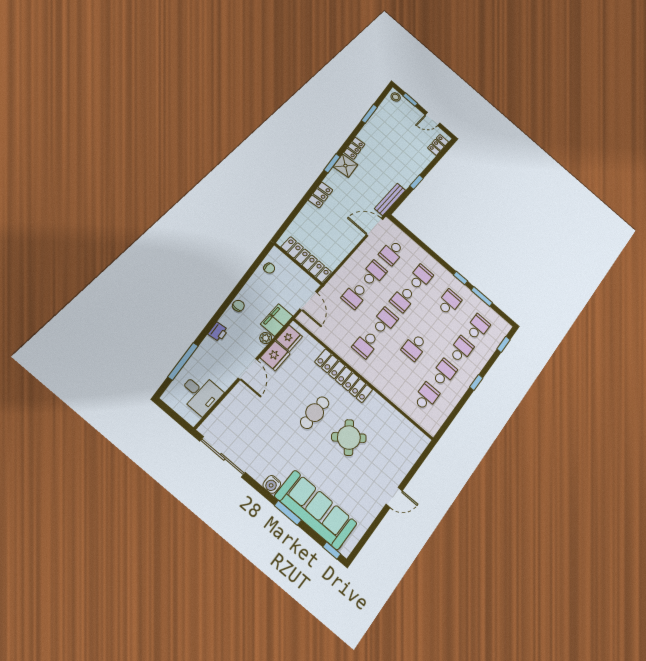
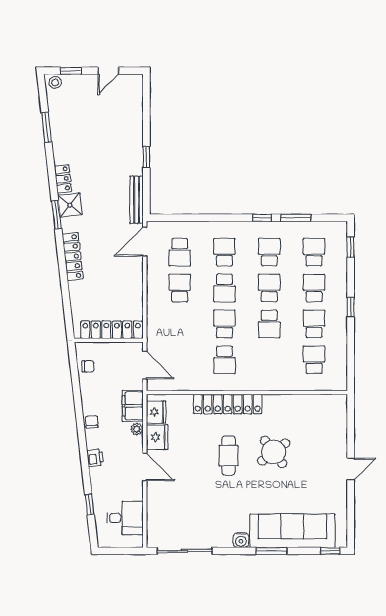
locker: (438, 145) -> (136, 95), removed
locker: (320, 195) -> (73, 256), width x1.53
school desk: (355, 295) -> (269, 288), moved, turned 180
window: (183, 361) -> (90, 505), width x0.46

